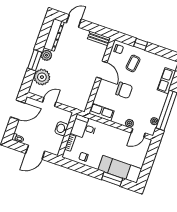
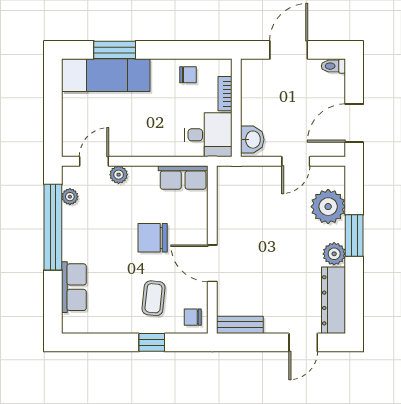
washbasin: (62, 129) -> (252, 140), moved

